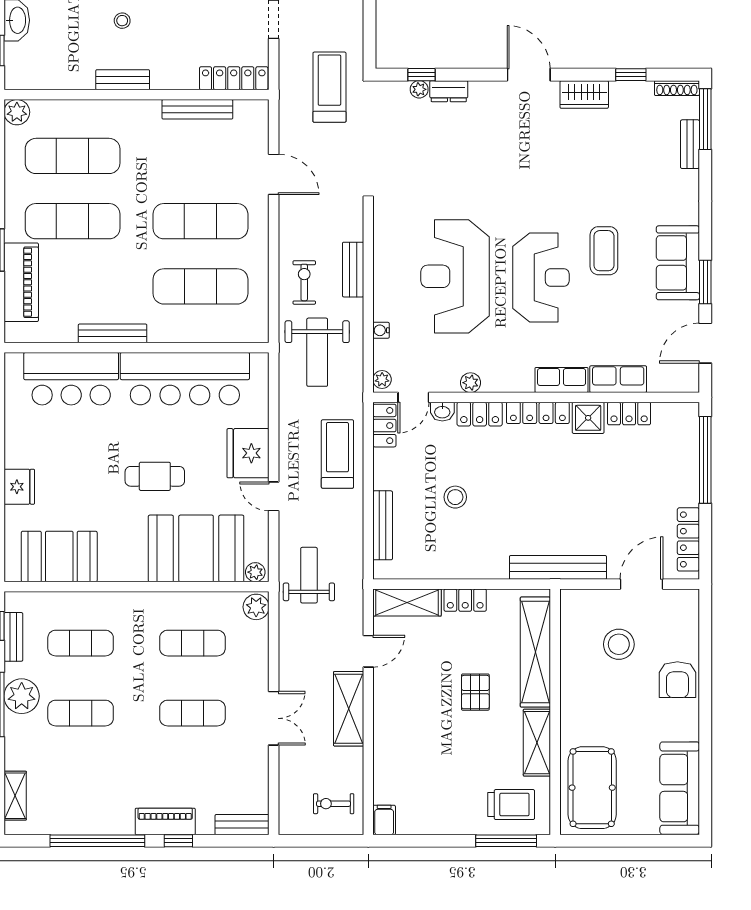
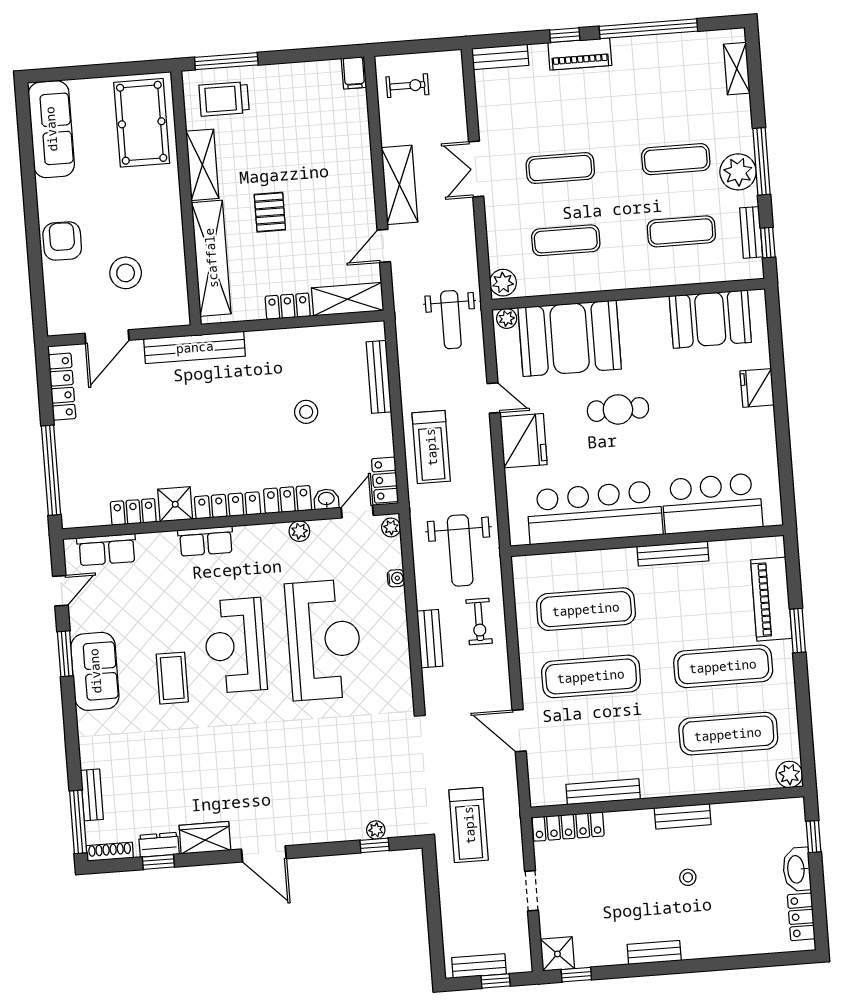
dresser: (449, 91) -> (159, 845), moved
door: (705, 343) -> (60, 591), width x0.73
weight bench: (317, 352) -> (460, 550), turned 180
row of seats: (618, 379) -> (107, 550), moved

